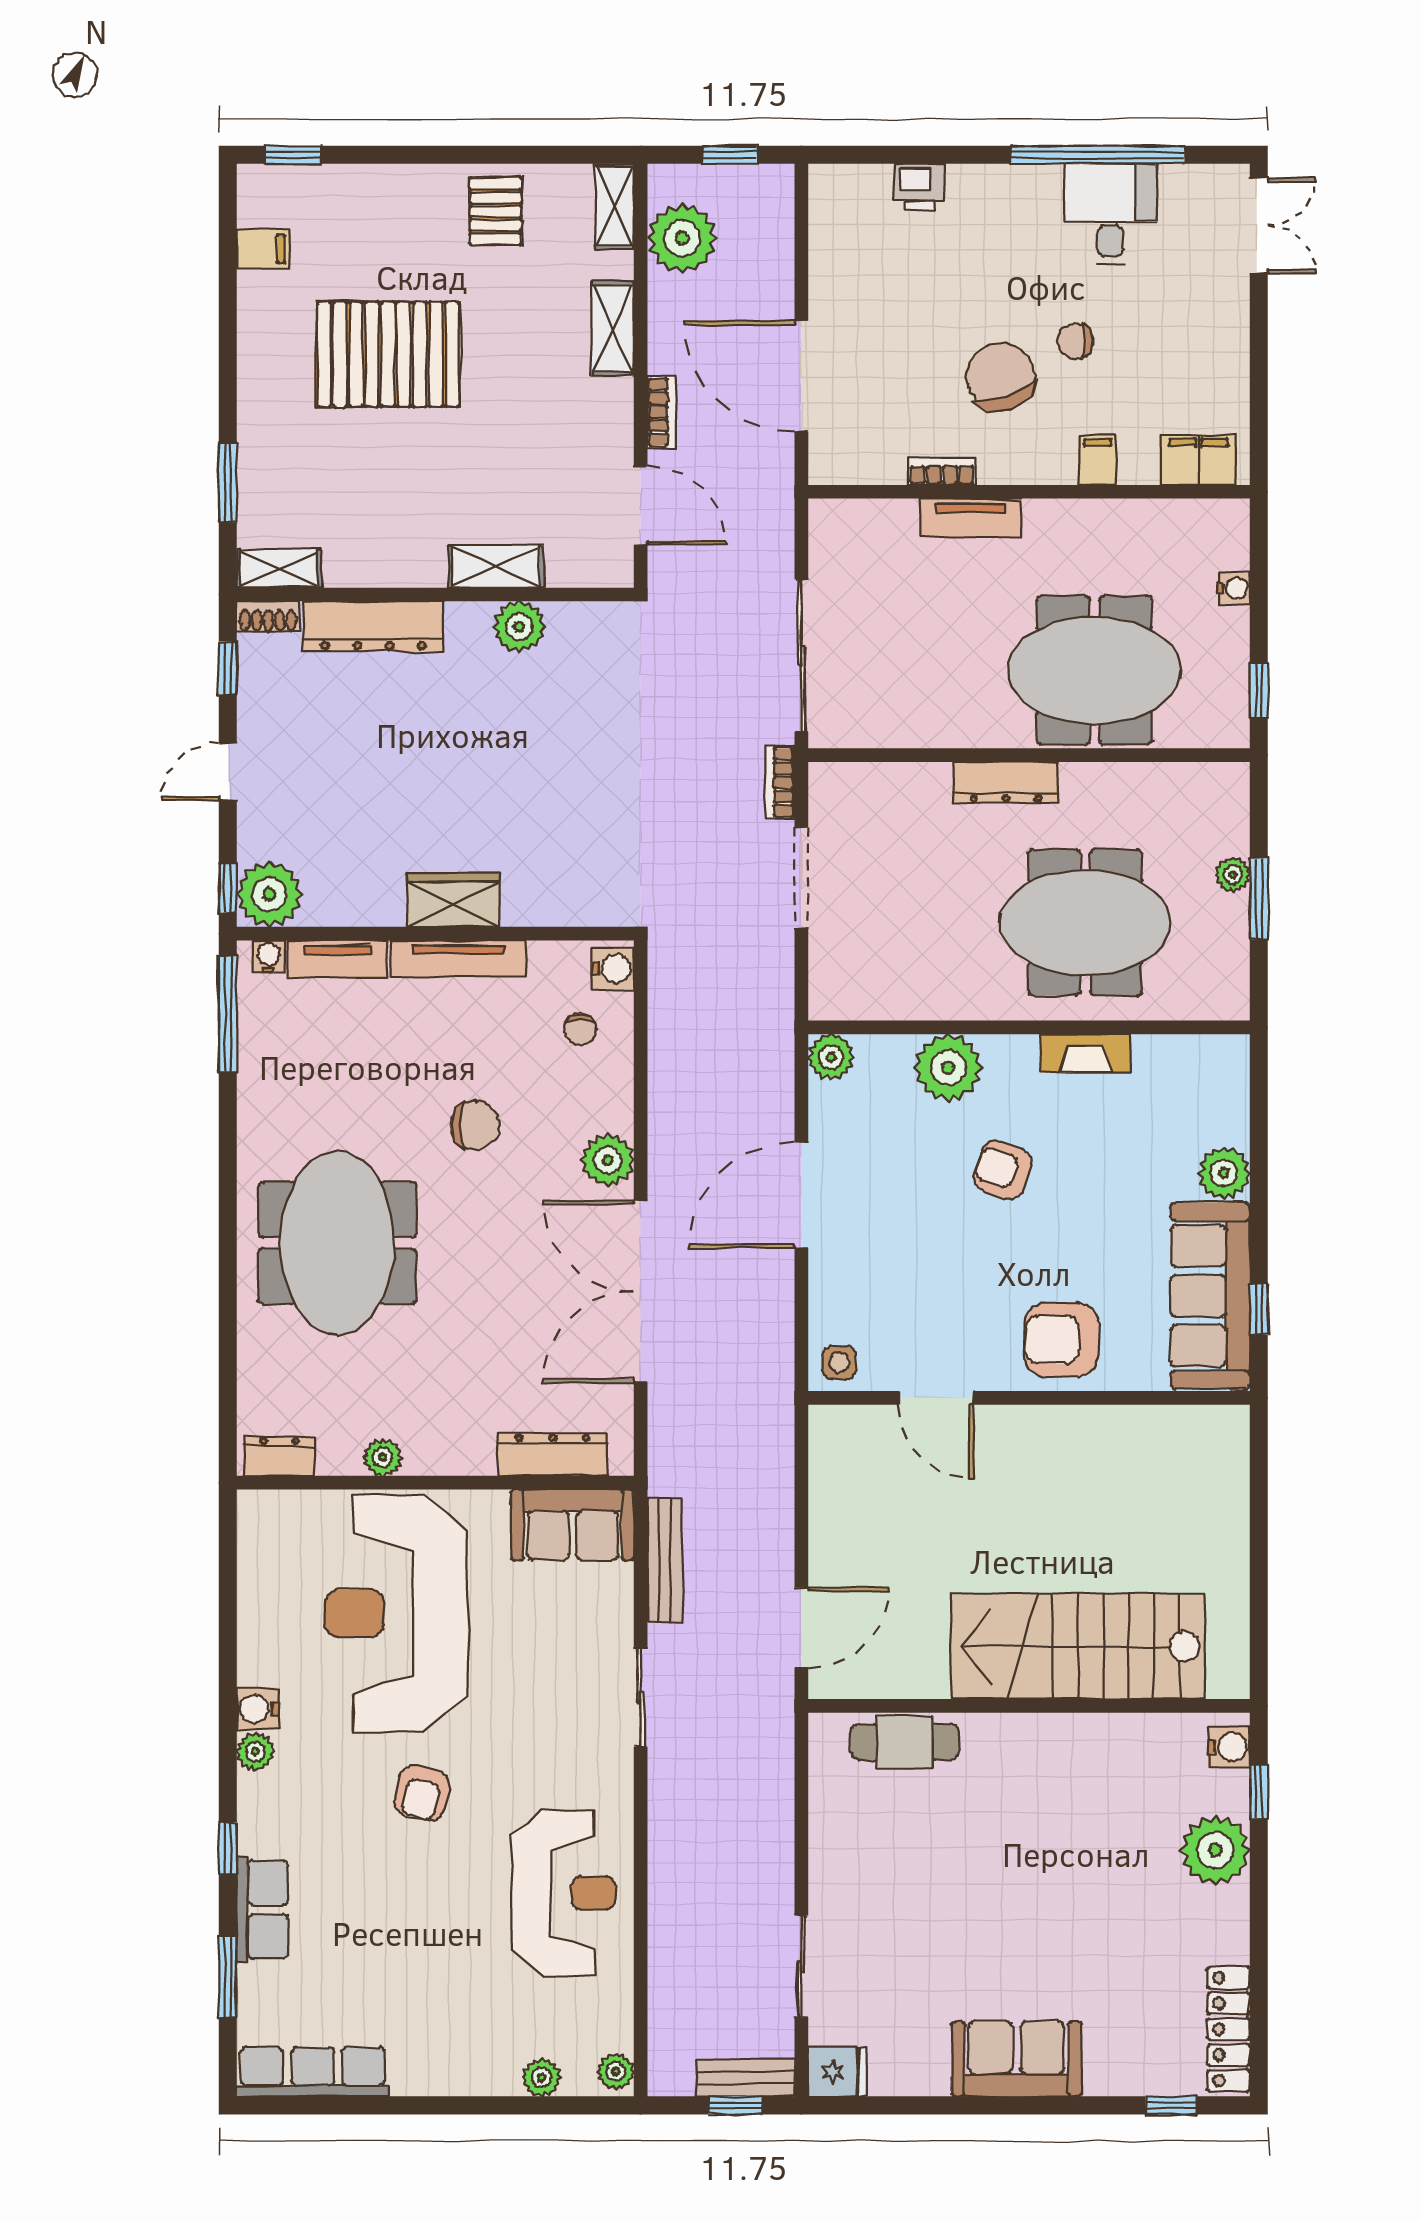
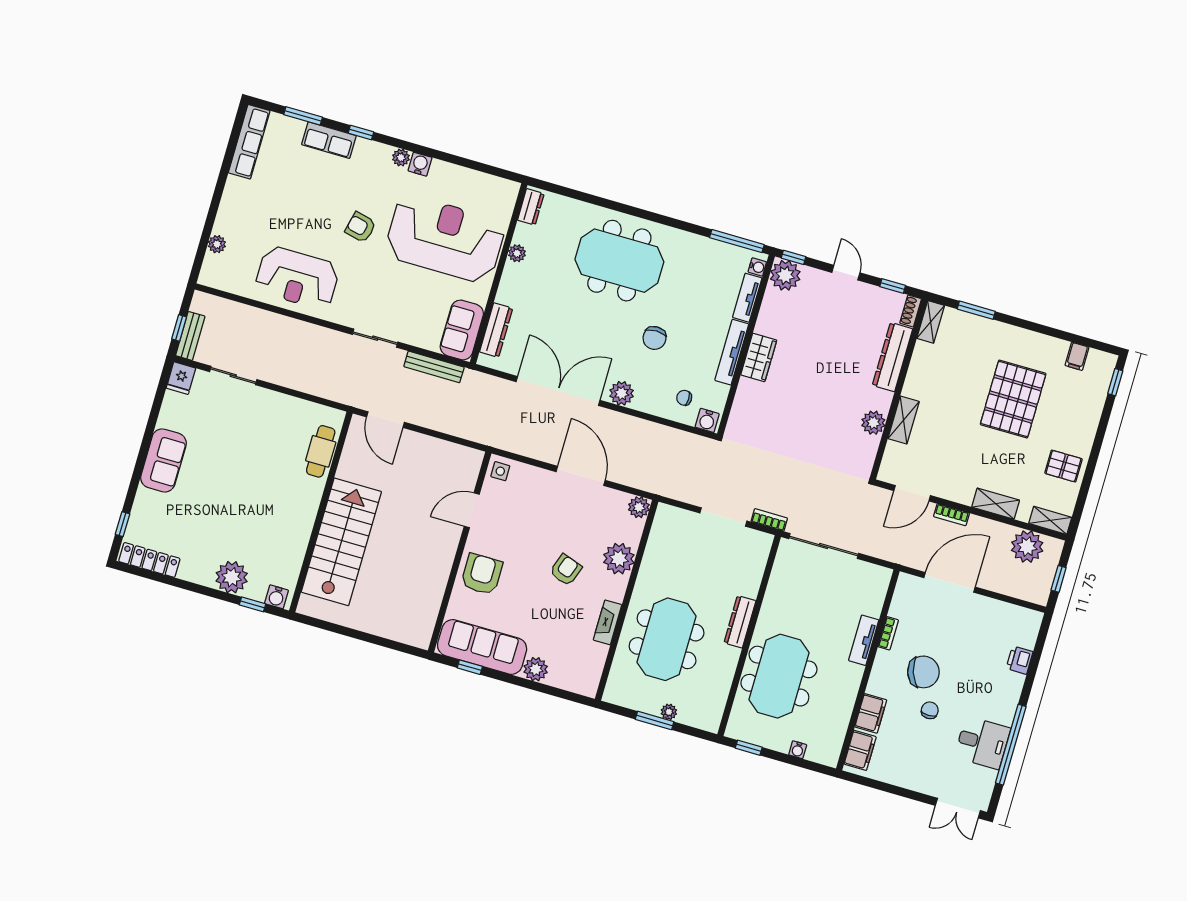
filing cabinet: (1098, 460) -> (871, 713), width x2.00
plant: (616, 2072) -> (210, 278), removed

